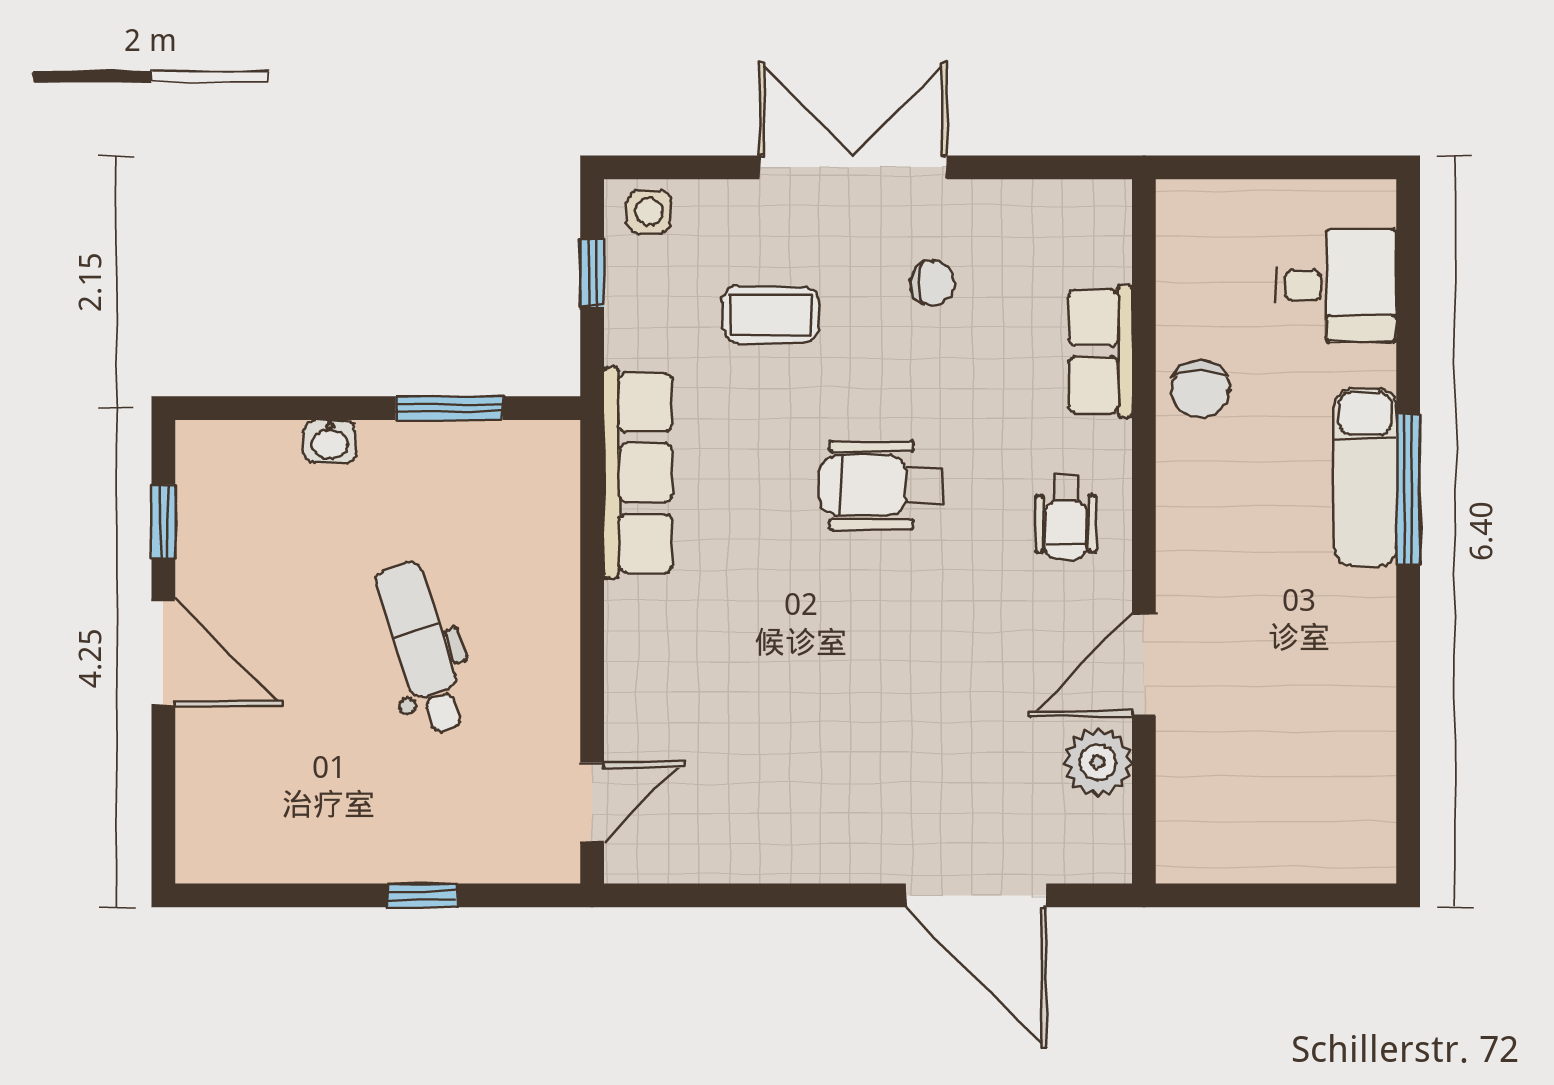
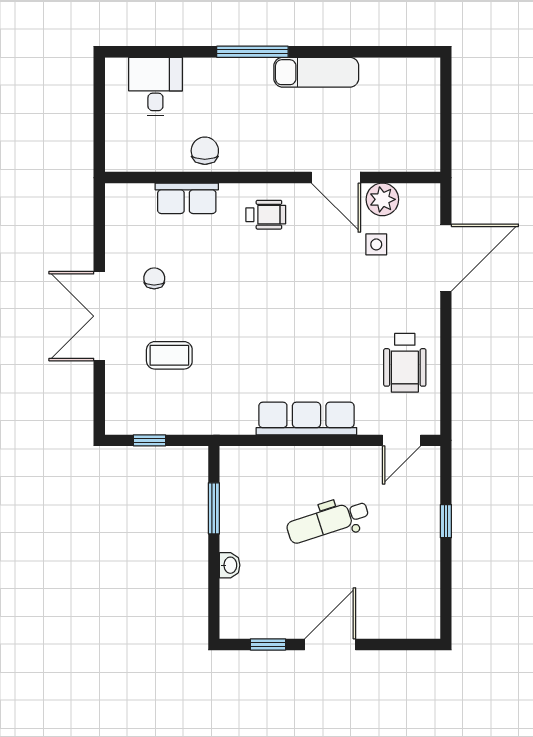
side table: (649, 212) -> (376, 244), moved
coffee table: (771, 315) -> (169, 355), turned 90
chair: (1200, 389) -> (205, 151), turned -90
row of seats: (638, 473) -> (306, 418), moved
exam couch: (1365, 477) -> (316, 72), moved
wheelchair: (881, 485) -> (405, 363), moved
door: (592, 802) -> (402, 440), swing flipped

